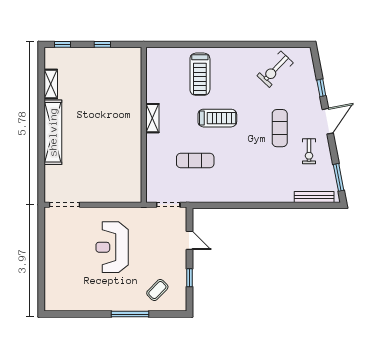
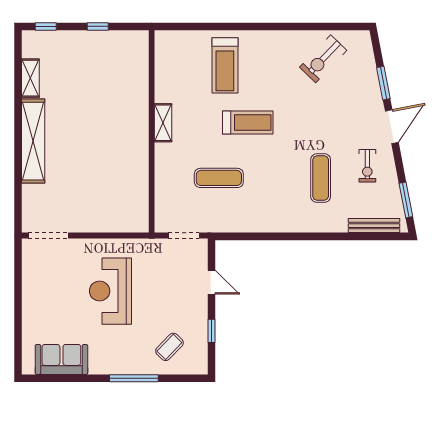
window: (321, 88) -> (383, 83), width x1.50
exercise mat: (280, 128) -> (321, 178), moved
sofa: (75, 300) -> (61, 359), added

